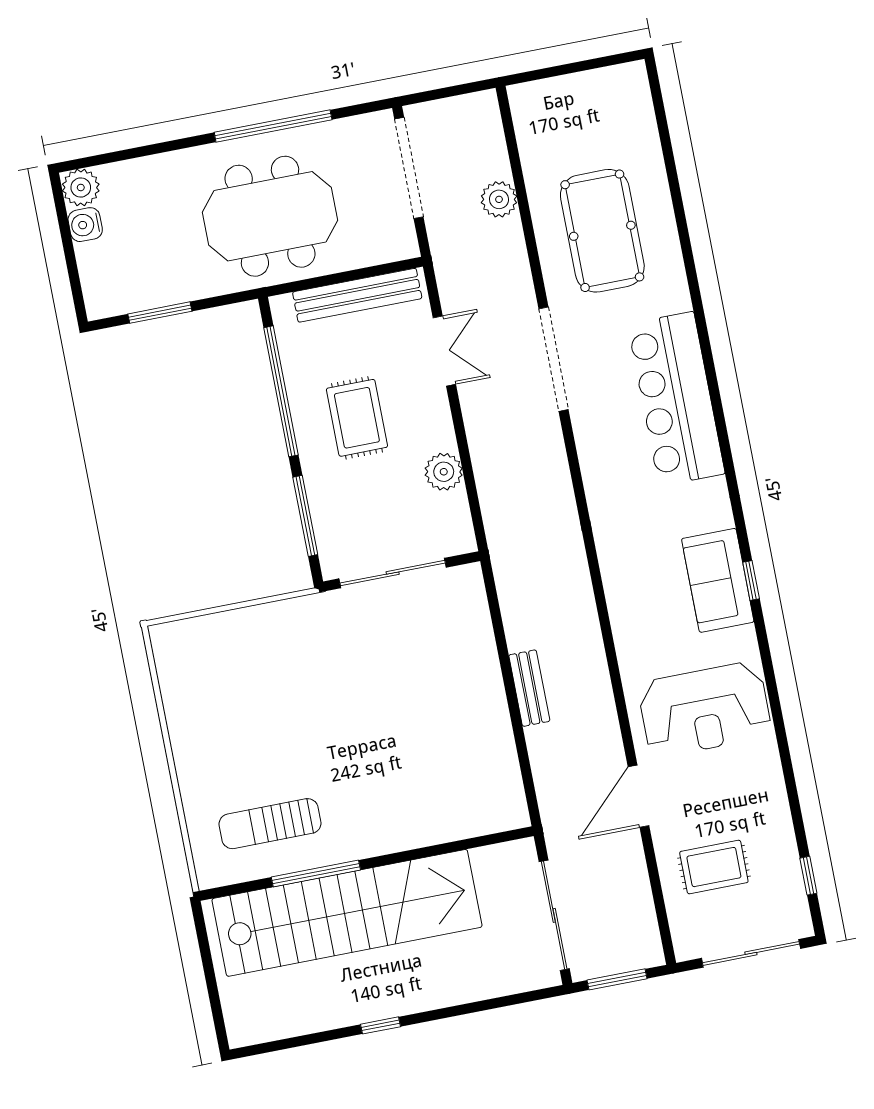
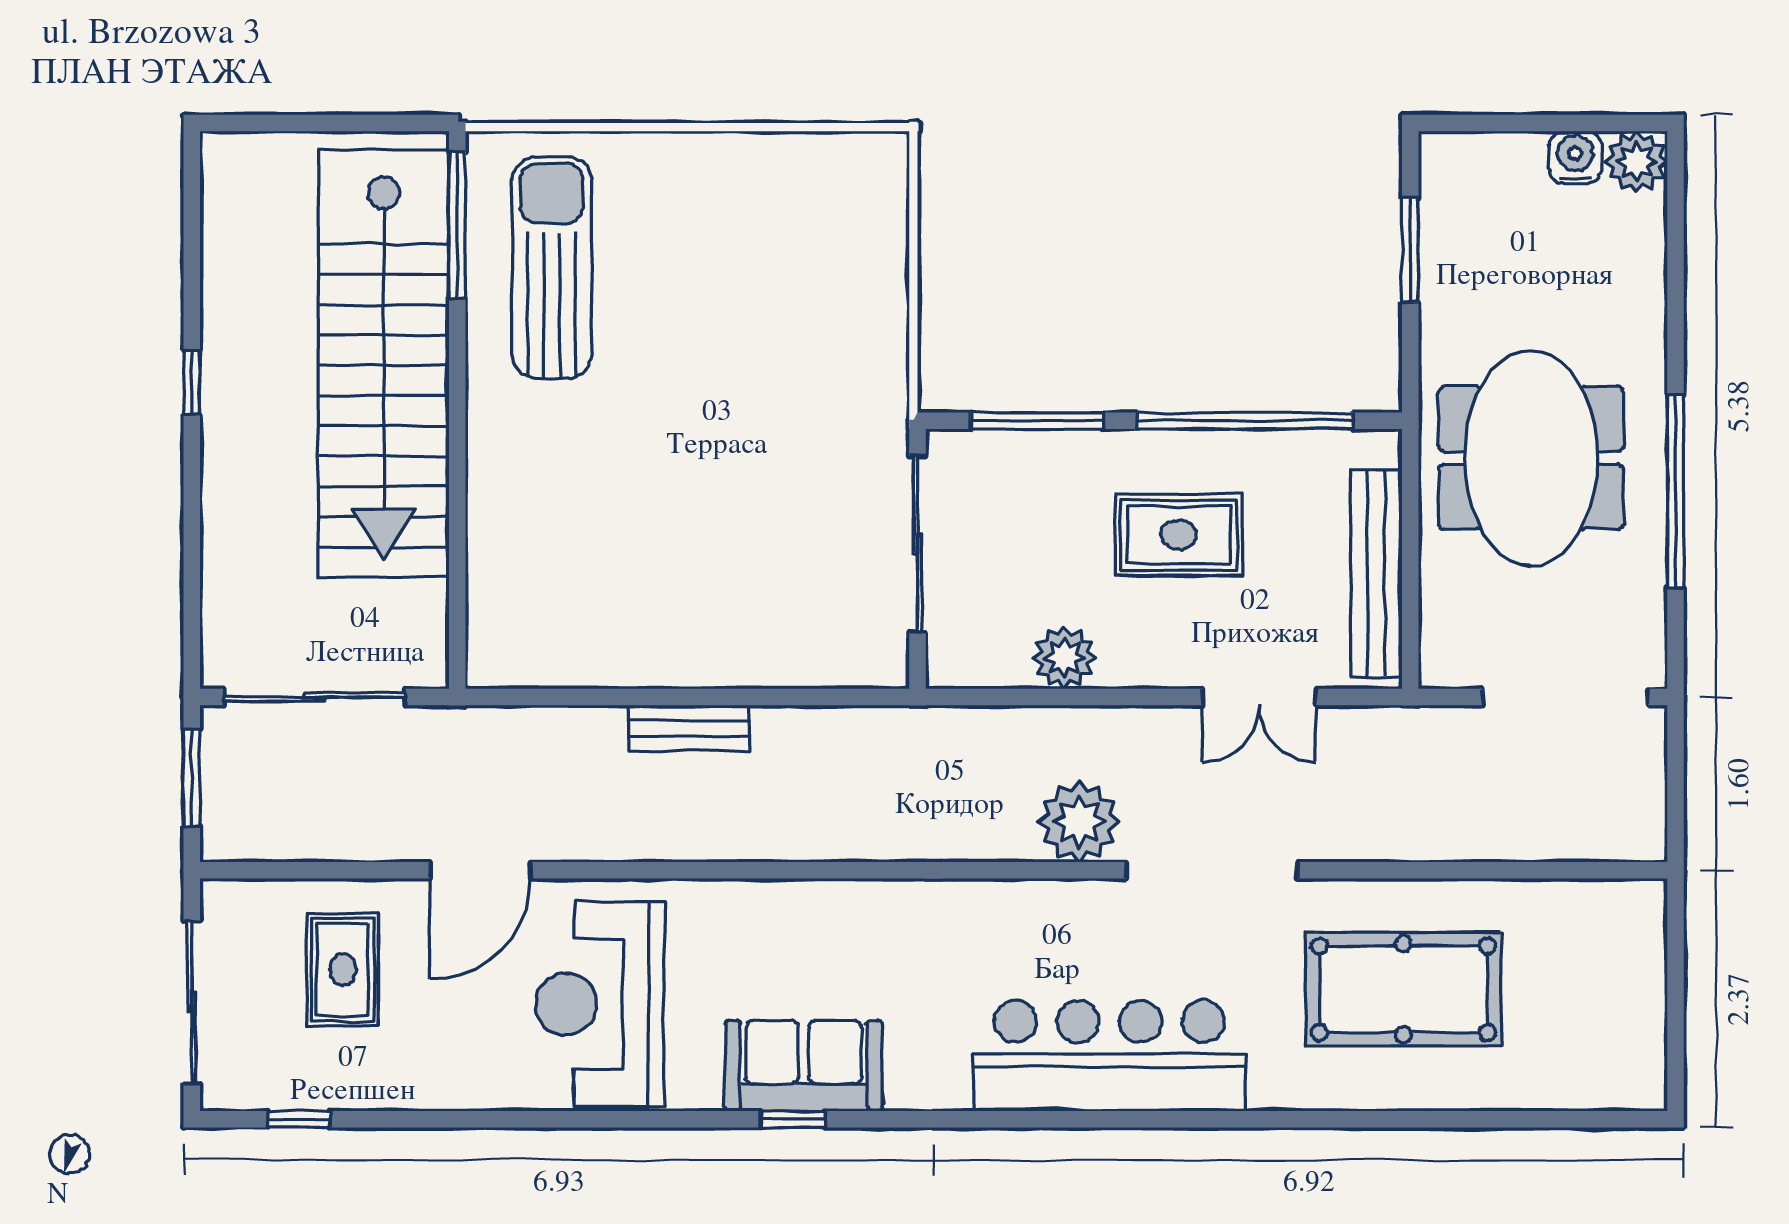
plant: (499, 199) -> (1079, 822), moved, width x1.36, depth x1.36
door: (638, 796) -> (480, 870), swing flipped
sun lounger: (270, 824) -> (552, 268), width x1.36, depth x1.34
window: (316, 873) -> (457, 225), moved

